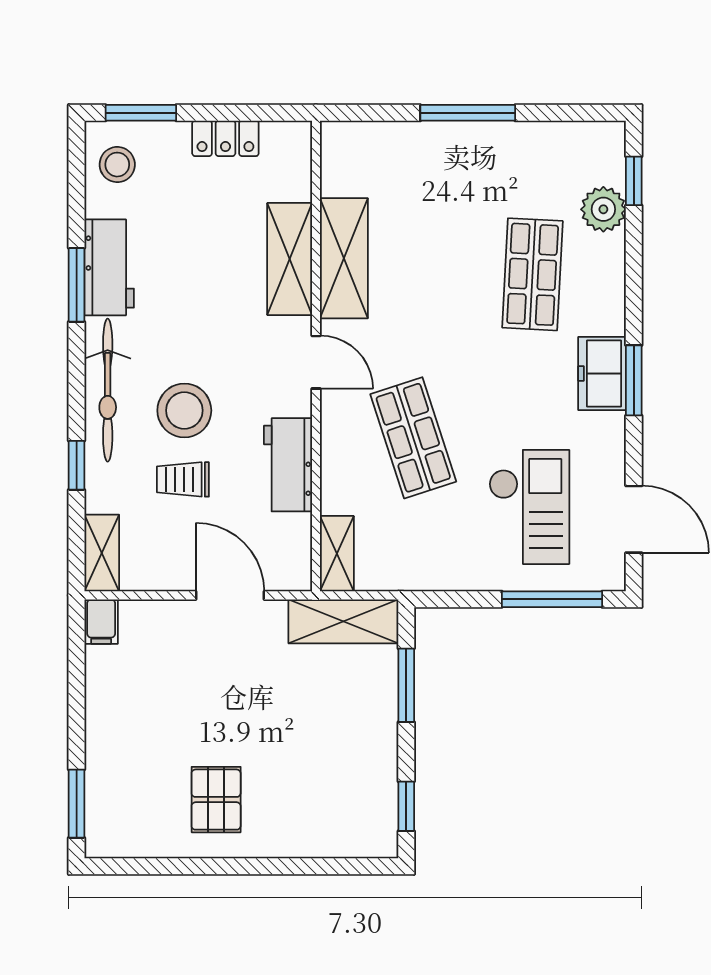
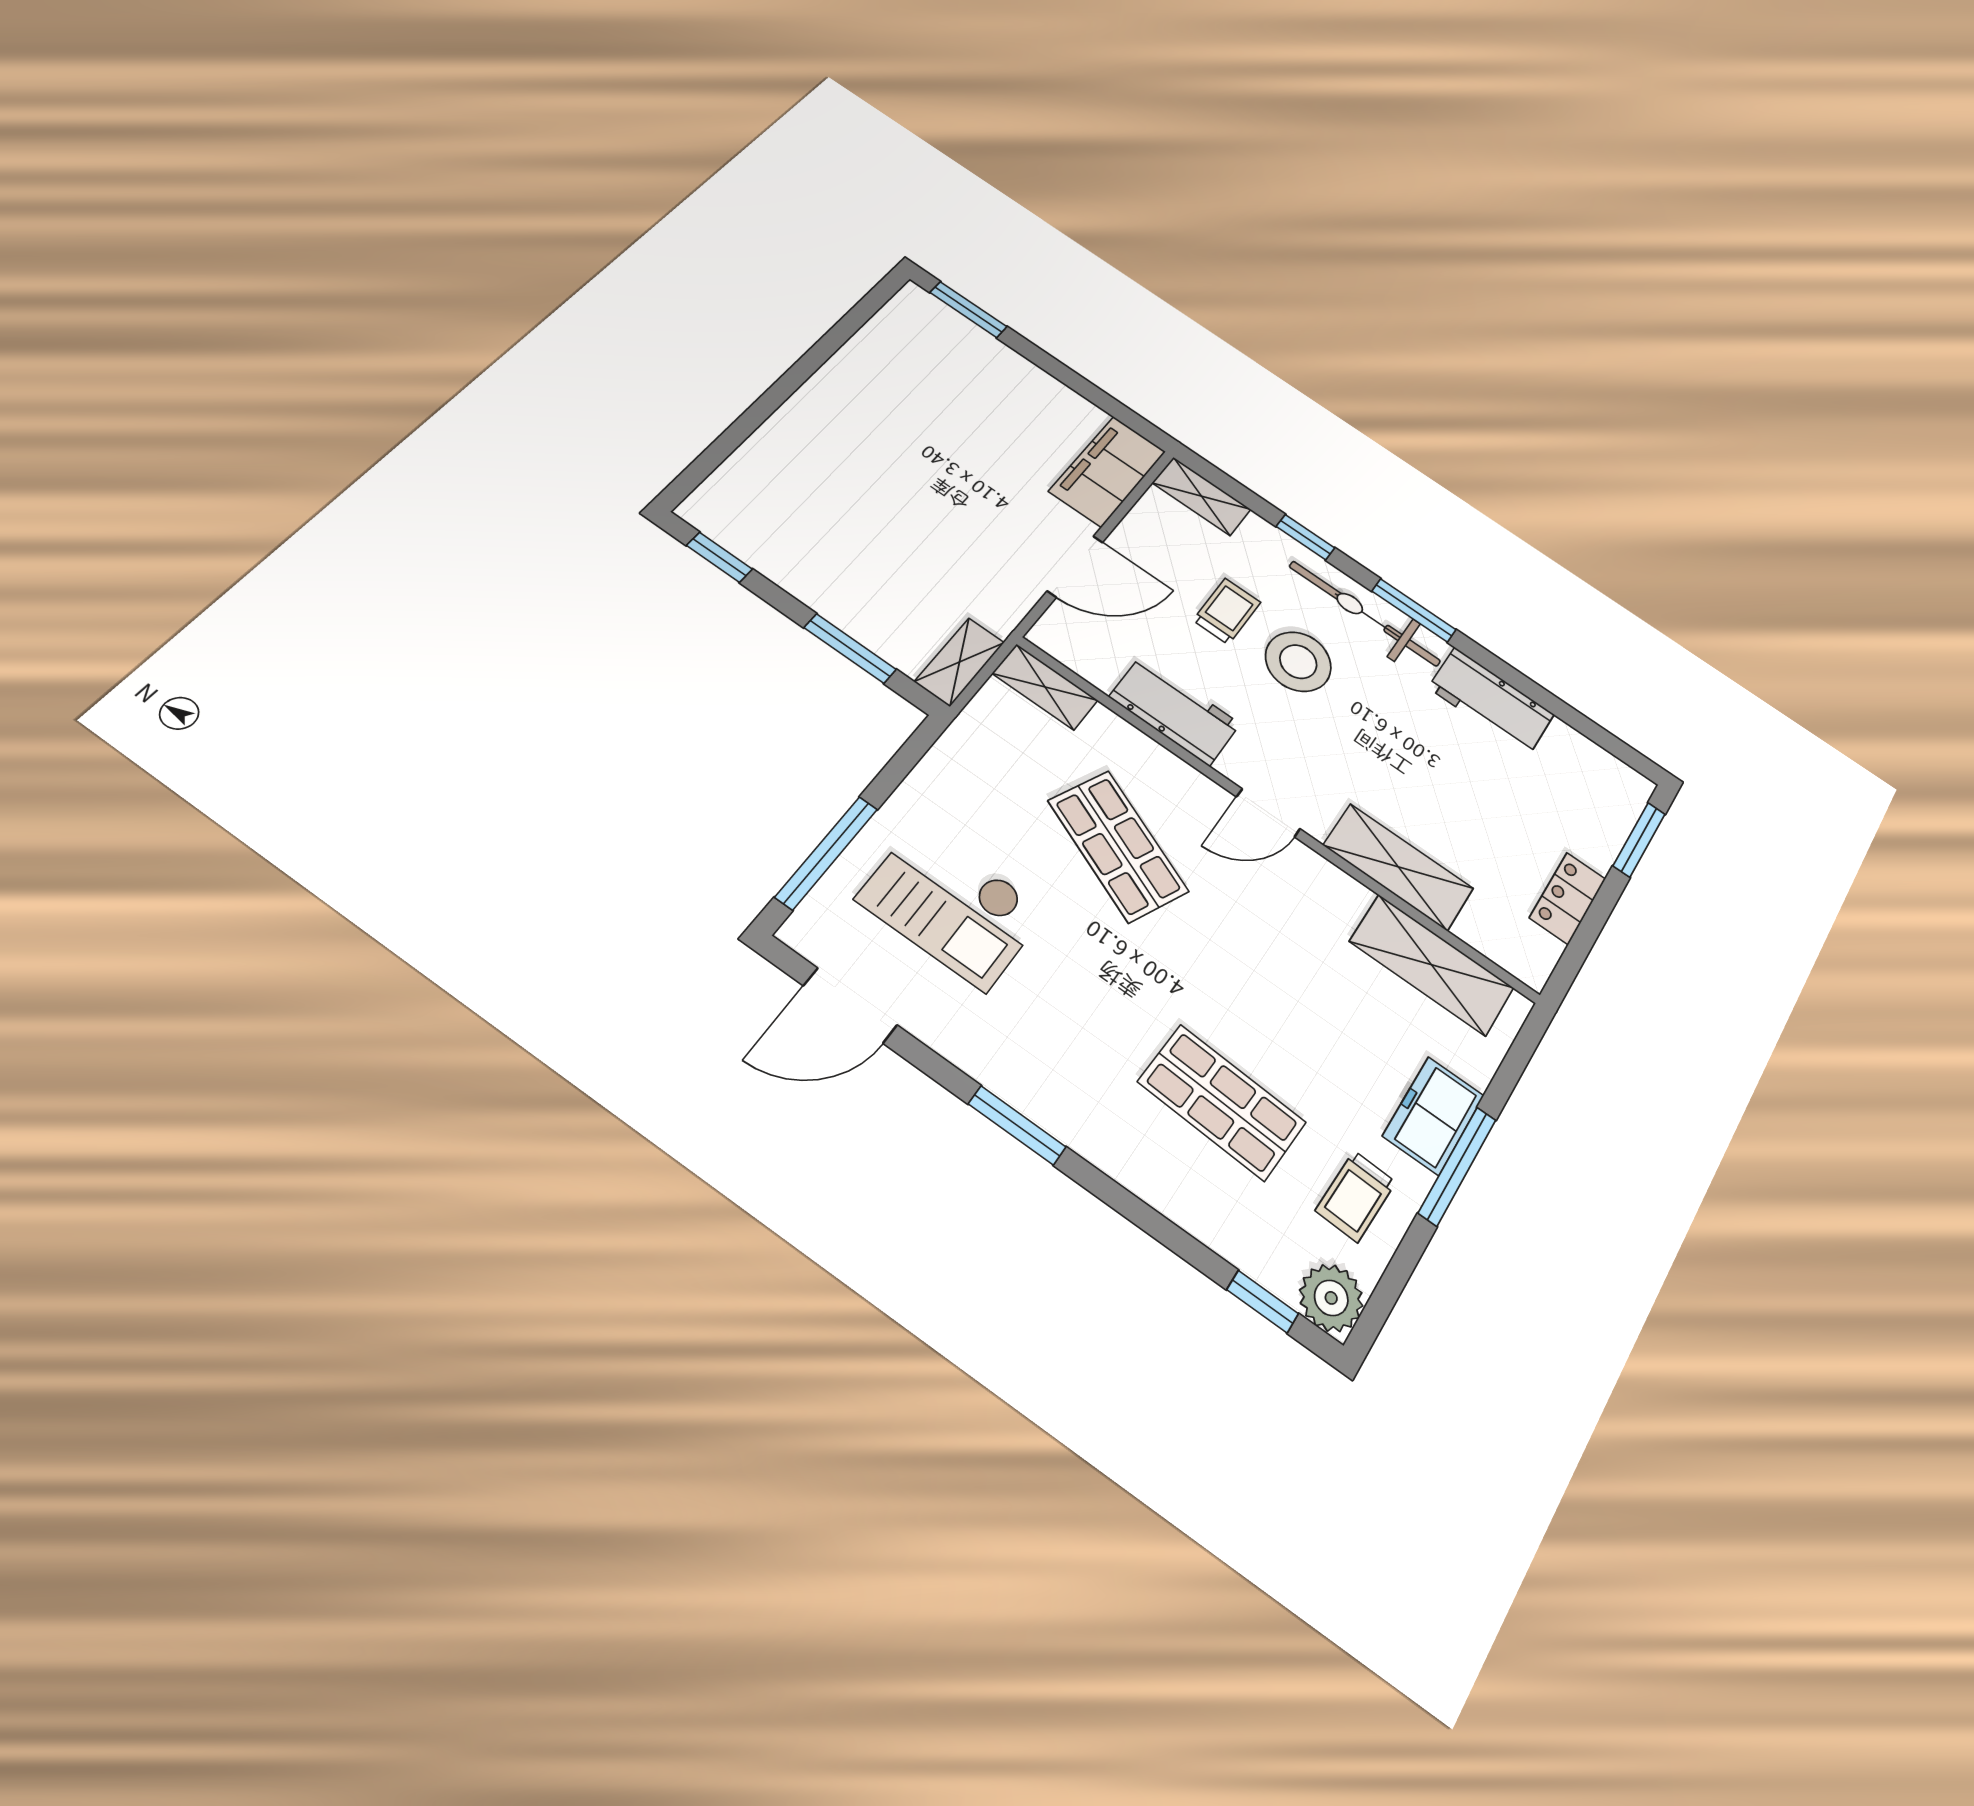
trolley: (532, 163) -> (1356, 1196), added
stool: (117, 165) -> (1596, 782), removed
plant: (603, 209) -> (1331, 1298), moved
shelving: (344, 258) -> (1432, 965), moved
window: (77, 285) -> (1414, 610), moved
freezer: (602, 374) -> (1433, 1116), moved, turned -90
shop shelf: (413, 438) -> (1118, 846), turned 42
shelving: (343, 621) -> (960, 662), width x0.67, depth x0.75
filing cabinet: (101, 622) -> (1108, 471), width x3.00, depth x1.17
pallet: (216, 800) -> (875, 412), removed

